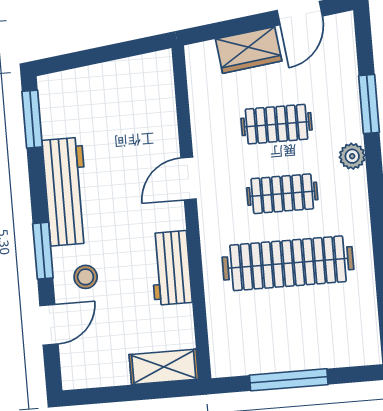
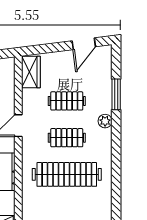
wardrobe: (249, 50) -> (31, 72), moved, turned -83

